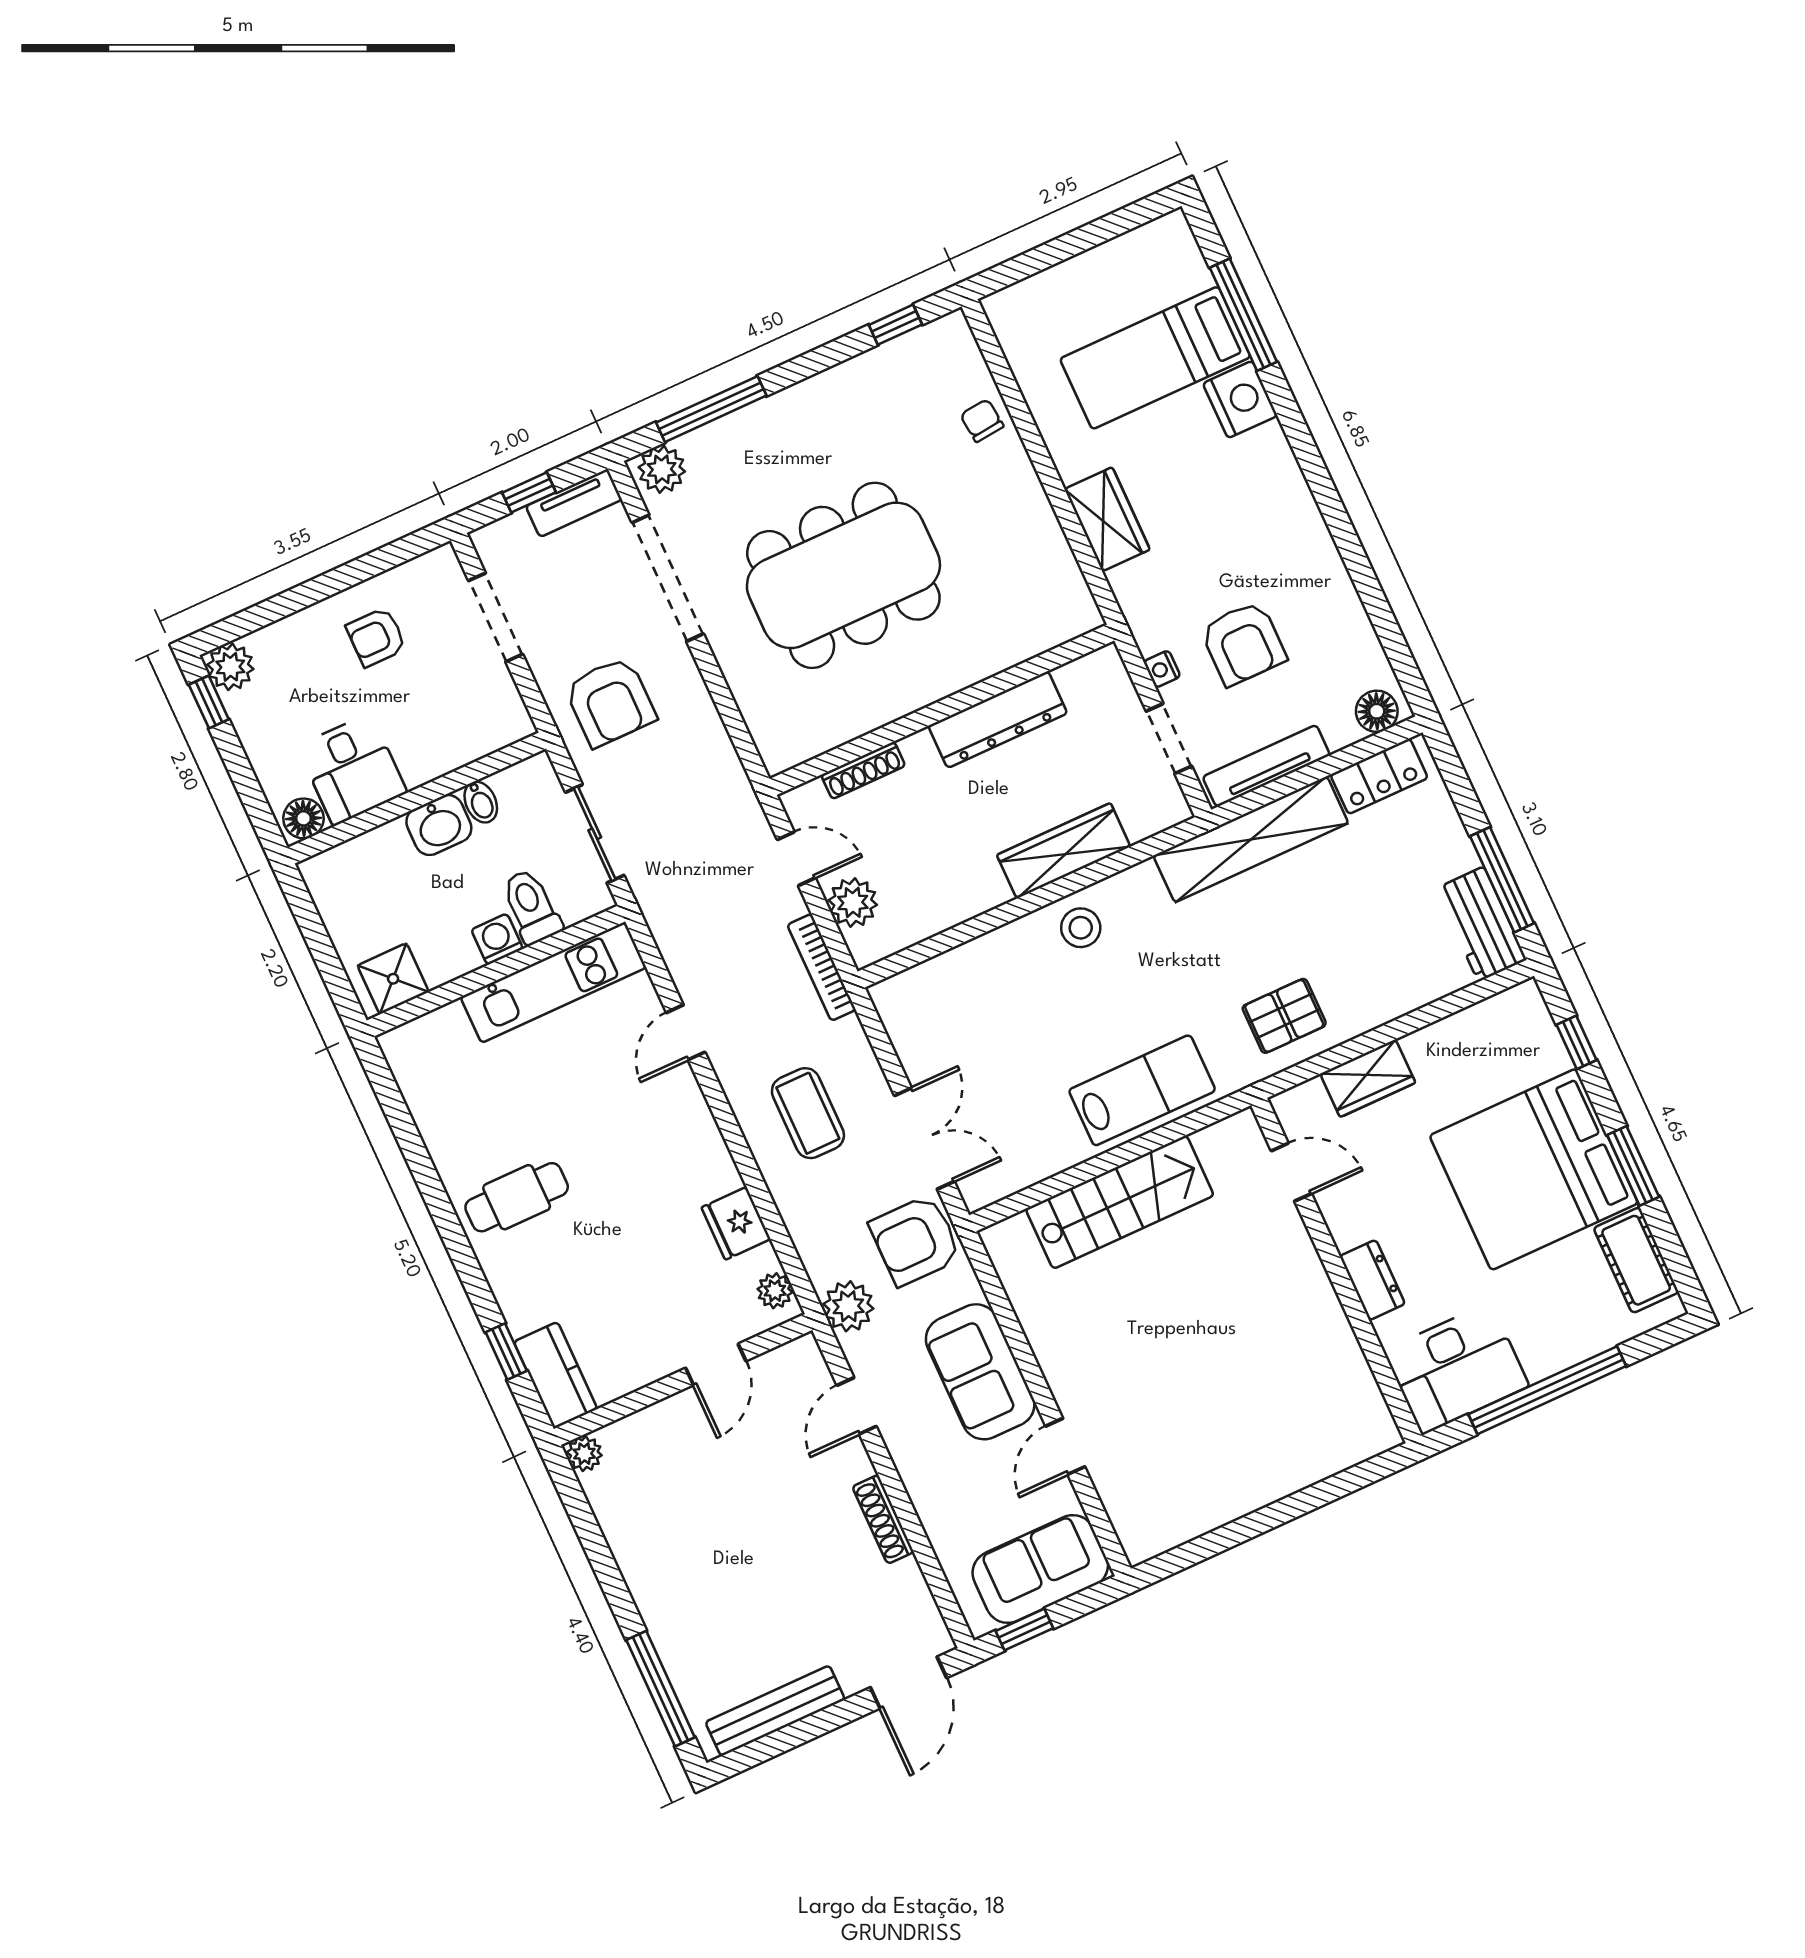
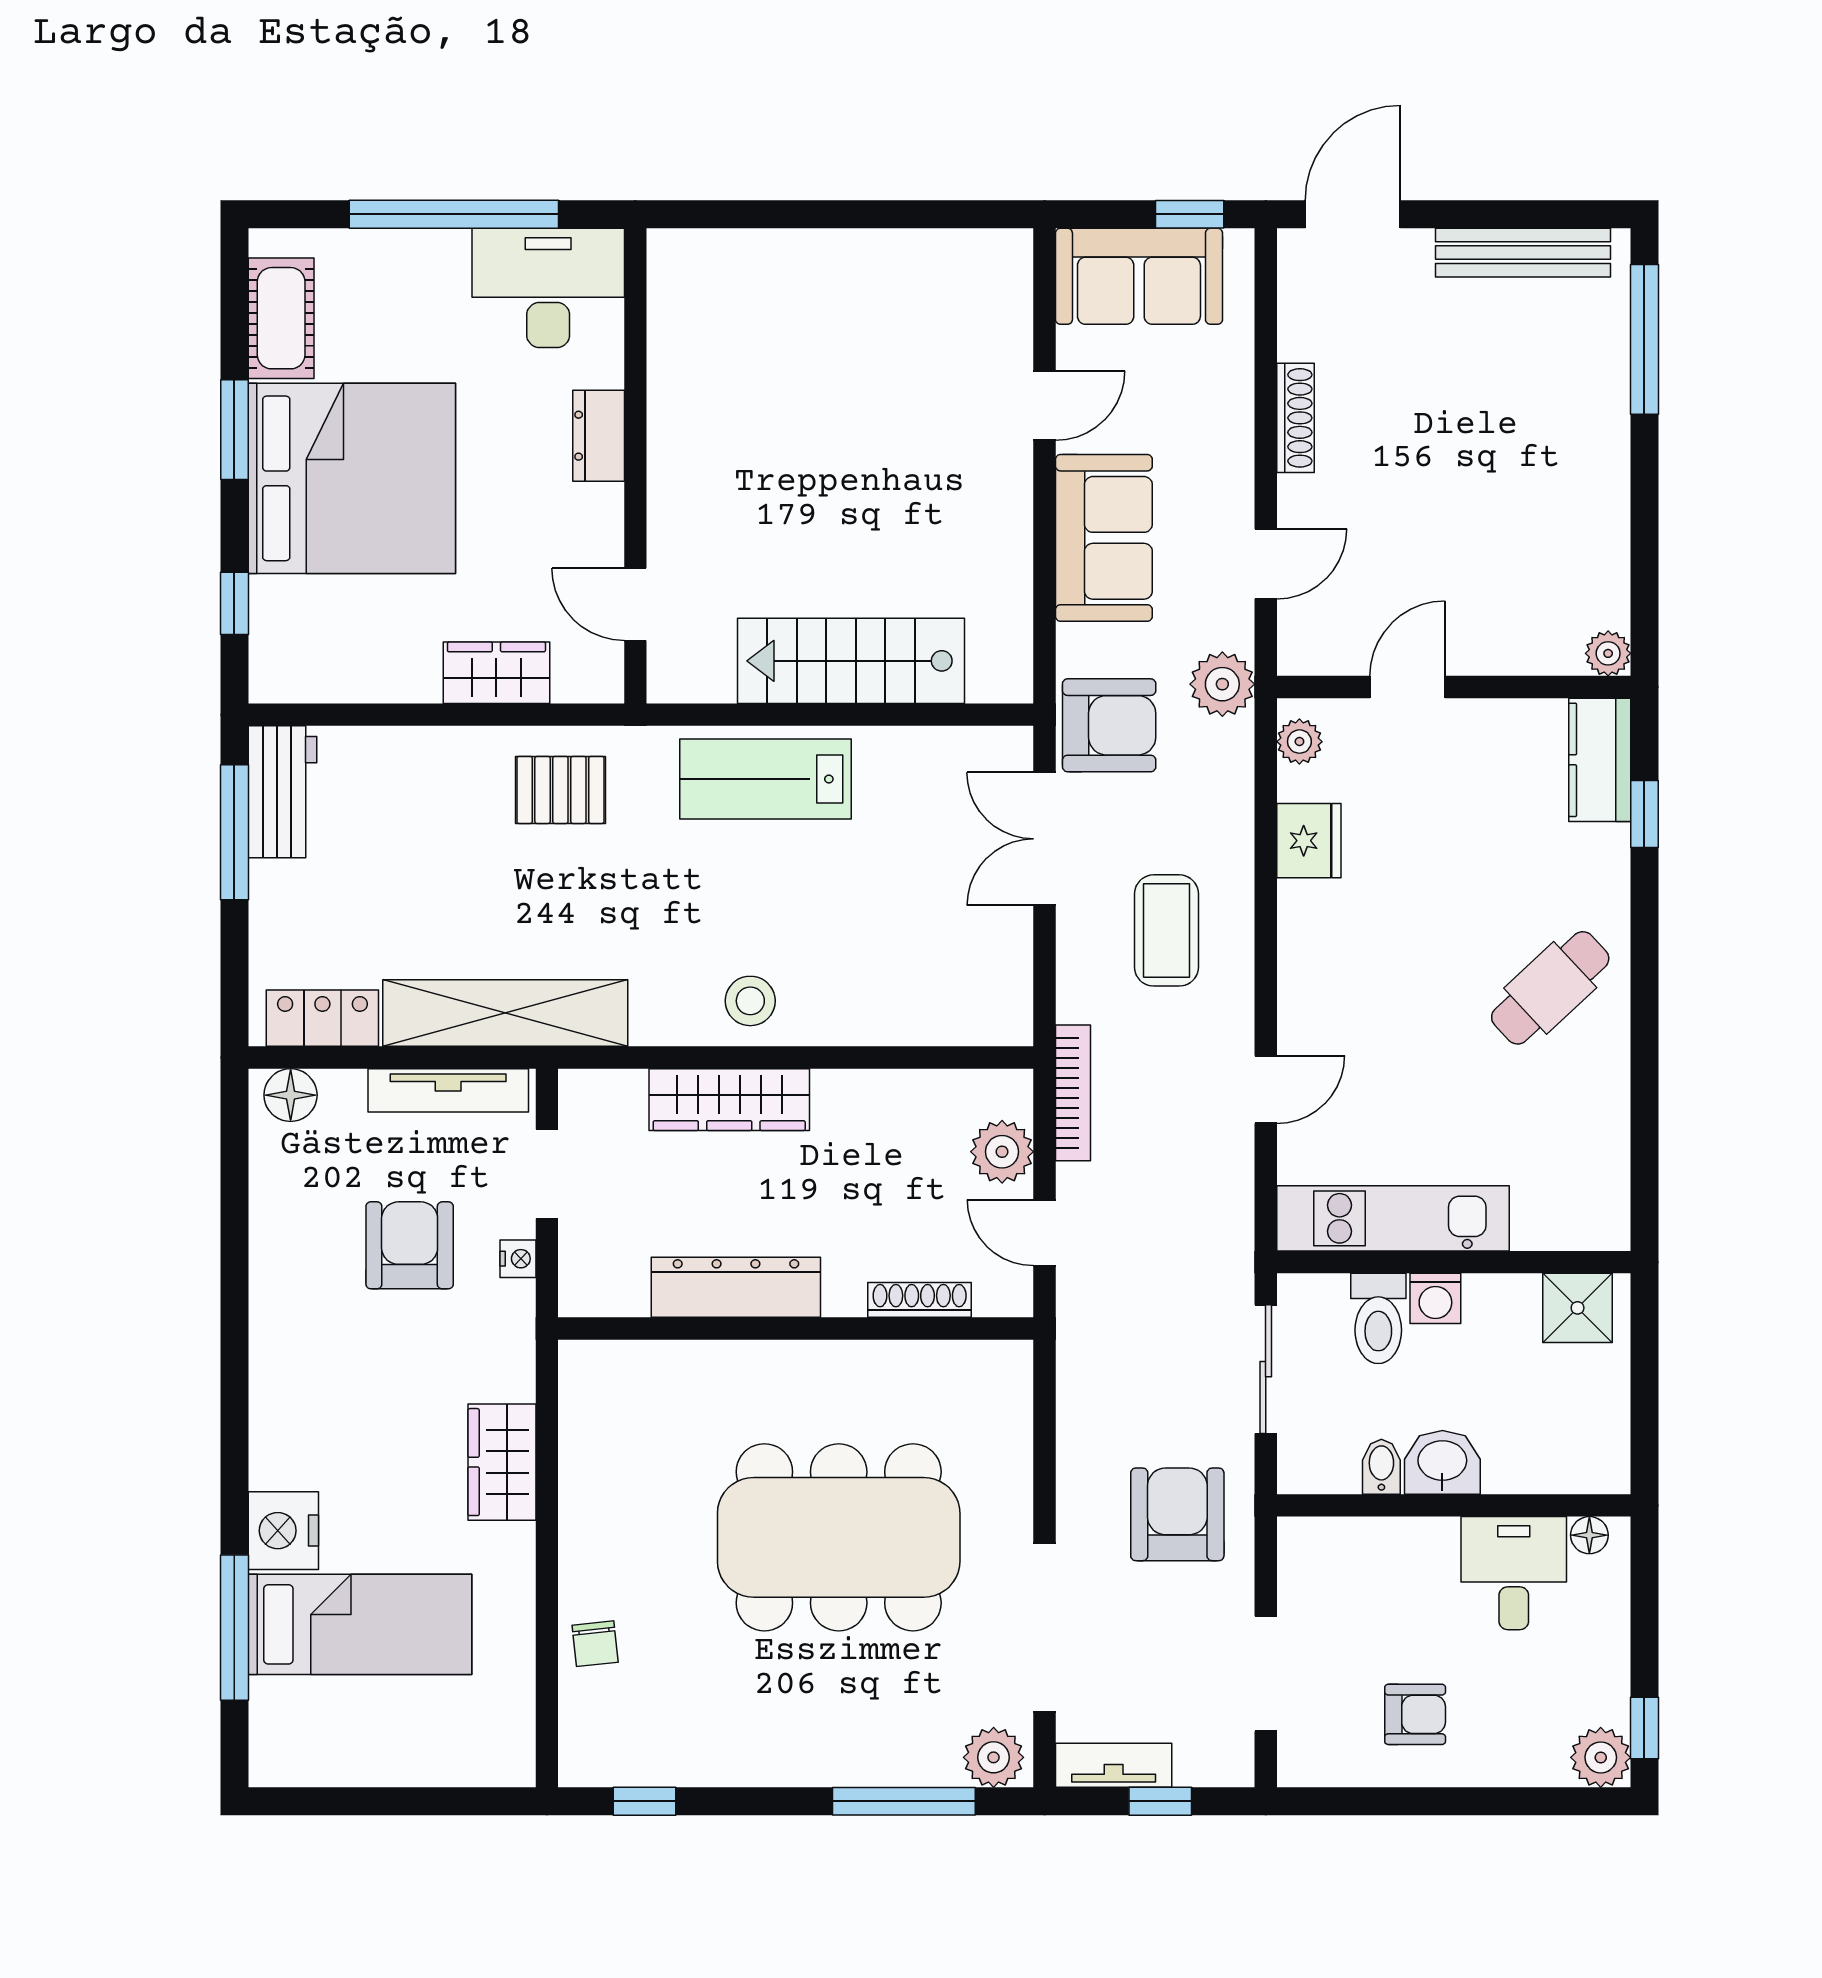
floor lamp: (304, 818) -> (1589, 1535), width x0.73, depth x0.73
cafe table: (517, 1197) -> (1550, 988), turned -43

